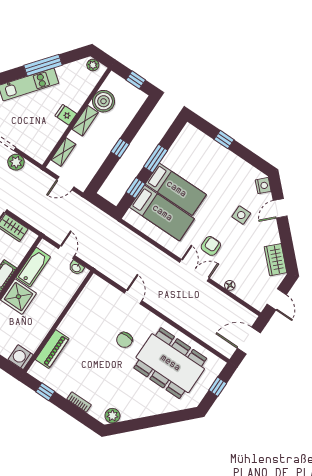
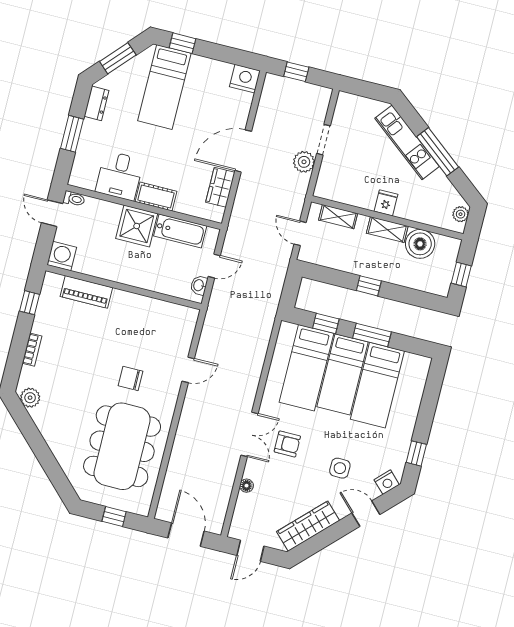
window: (224, 140) -> (416, 453), moved
bed: (192, 167) -> (377, 385), added
wardrobe: (275, 260) -> (308, 526), width x1.50

